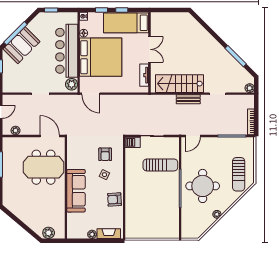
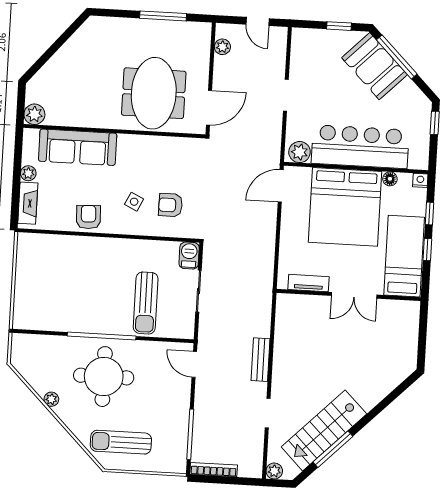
stairs: (179, 84) -> (324, 430), moved, turned -135
sofa: (76, 191) -> (78, 147), moved
plant: (49, 233) -> (34, 114), moved

